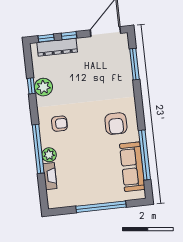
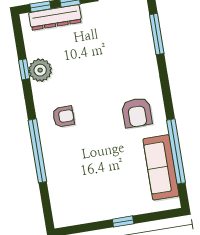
plant: (49, 155) -> (52, 158), removed
fireplace: (50, 176) -> (55, 185), removed
window: (101, 207) -> (123, 221), width x0.32

